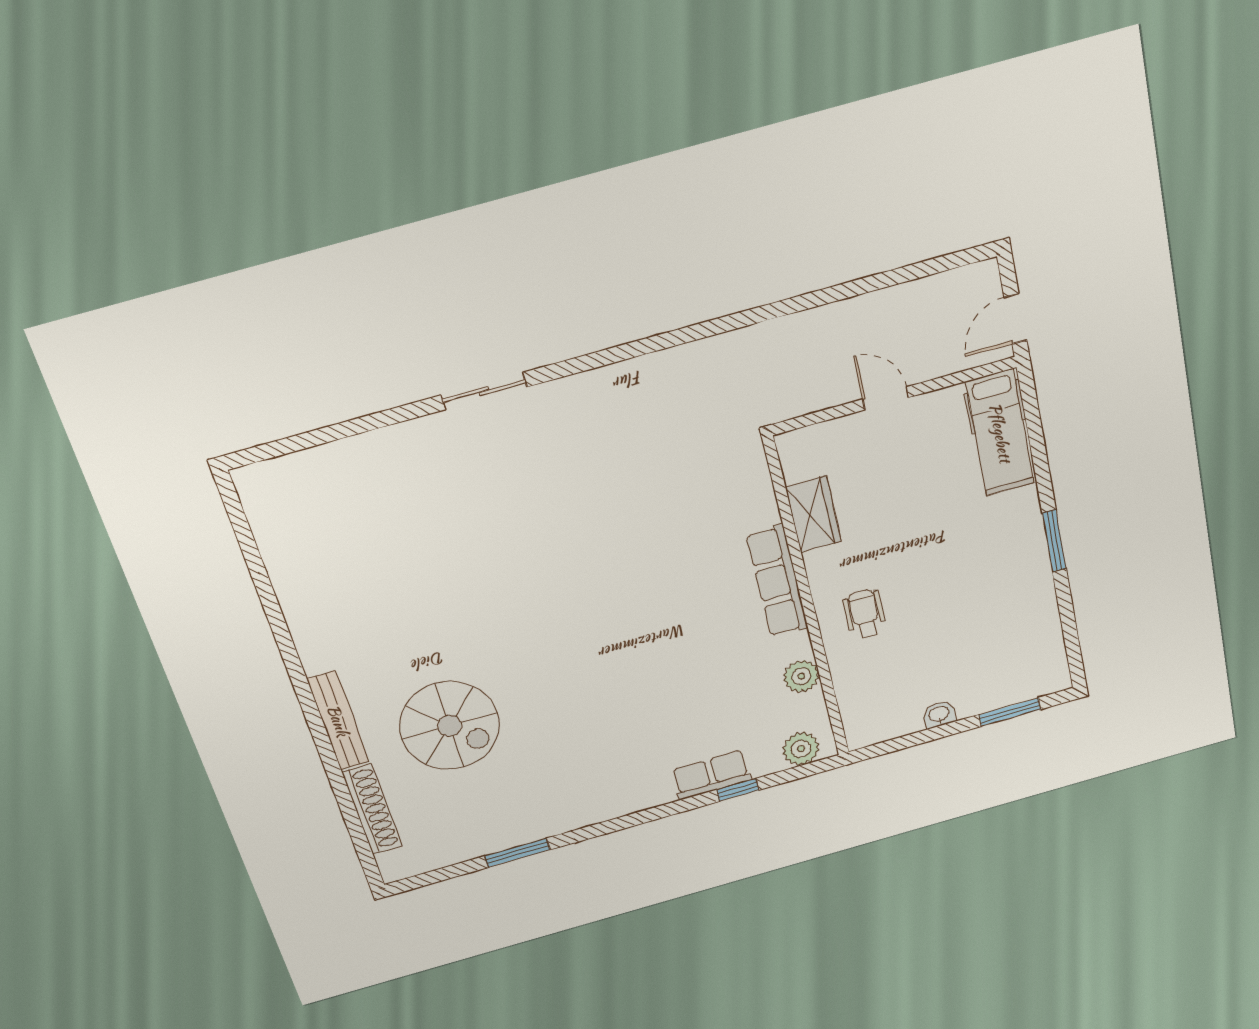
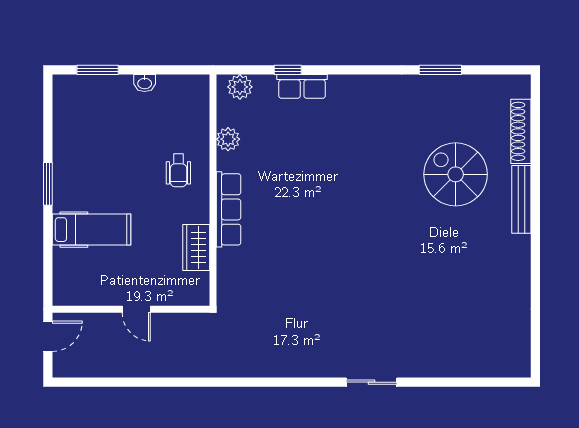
hospital bed: (1000, 433) -> (91, 230), moved, turned 90

